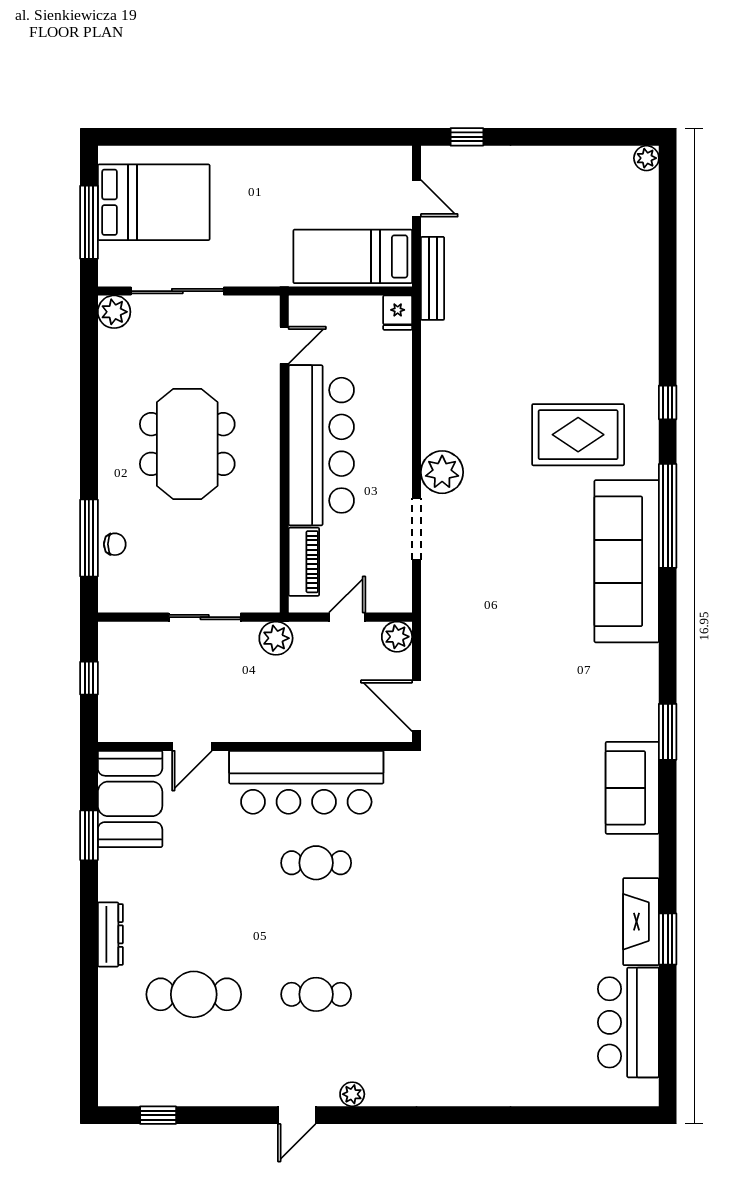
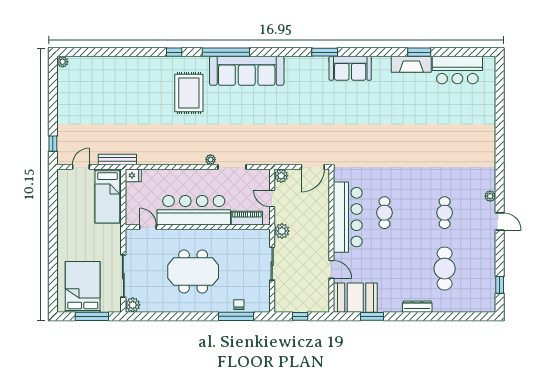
plant: (442, 472) -> (210, 160), width x0.53, depth x0.53

